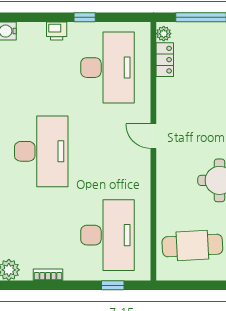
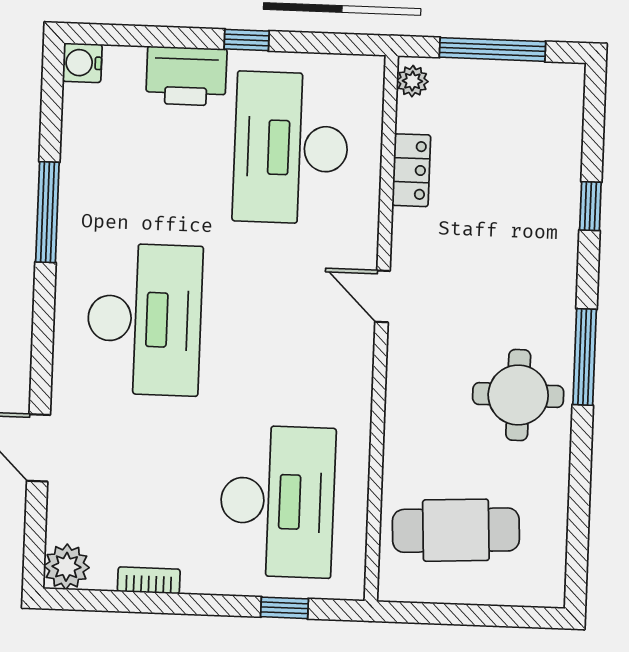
printer: (57, 31) -> (186, 76), width x1.87, depth x1.48
locker: (165, 60) -> (411, 170), moved
desk: (107, 68) -> (291, 148), turned 180

